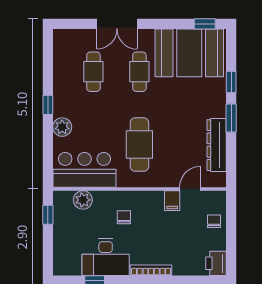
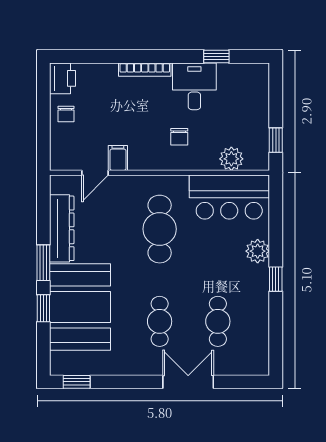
booth: (189, 53) -> (80, 307), moved, turned 90
chair: (214, 221) -> (66, 114), moved
desk: (106, 257) -> (194, 86), width x0.73

